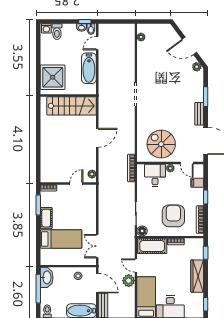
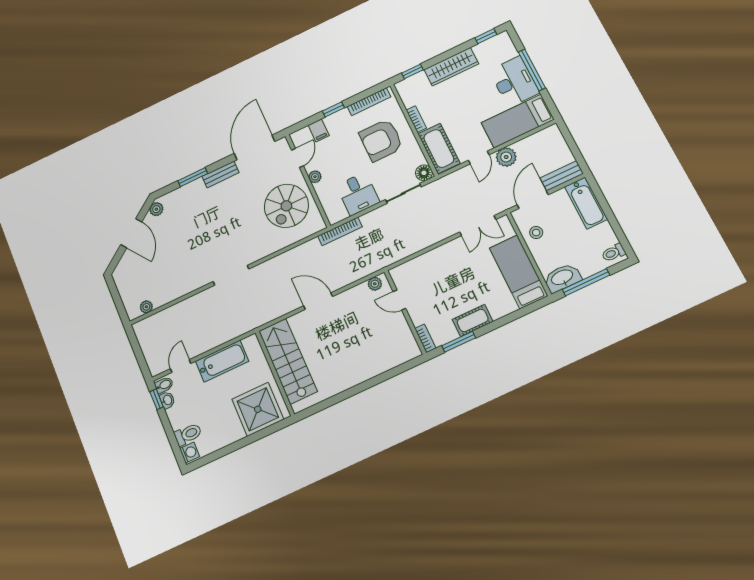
door: (97, 43) -> (181, 366), swing flipped
desk: (155, 175) -> (358, 194), moved, turned -90
bed: (61, 239) -> (519, 272), moved

